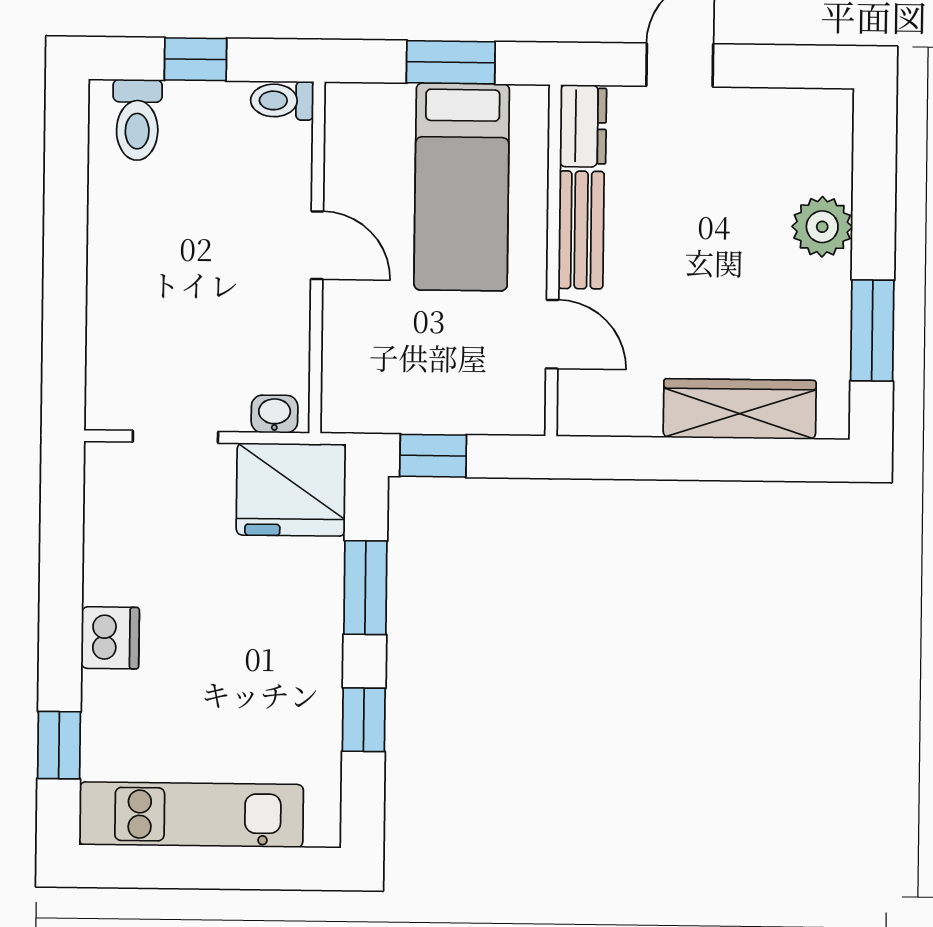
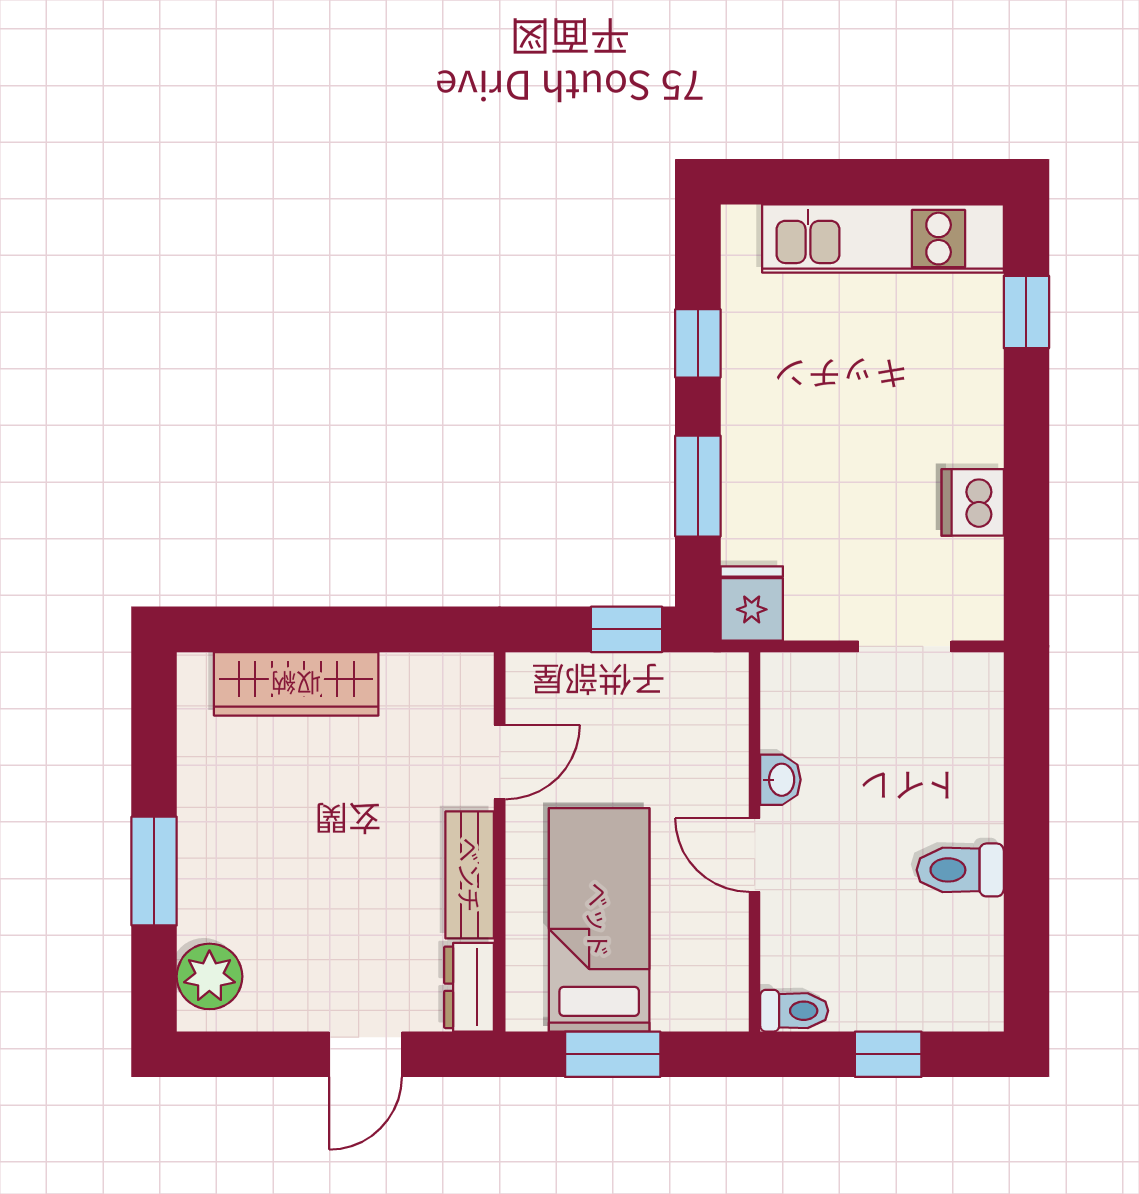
toilet: (137, 120) -> (960, 870), moved, turned -90
plant: (822, 227) -> (209, 976), moved
window: (872, 331) -> (154, 871), moved
door: (552, 334) -> (500, 762), swing flipped
washbasin: (275, 414) -> (780, 780), moved, turned -90
fridge: (291, 490) -> (752, 604), width x0.53, depth x0.75
dishwasher: (110, 638) -> (973, 502), moved

